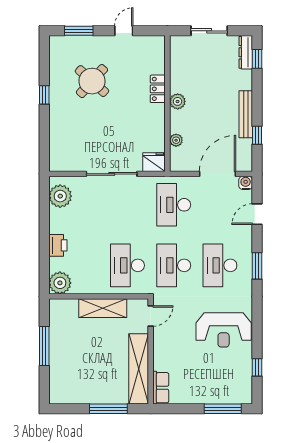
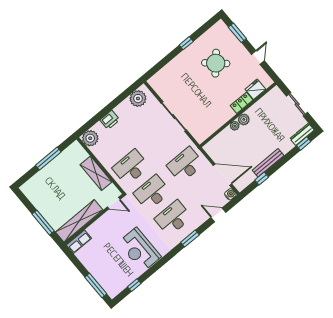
door: (124, 31) -> (258, 58), hinge flipped
plant: (176, 140) -> (235, 126), moved
fridge: (154, 162) -> (255, 89), moved, turned -90

